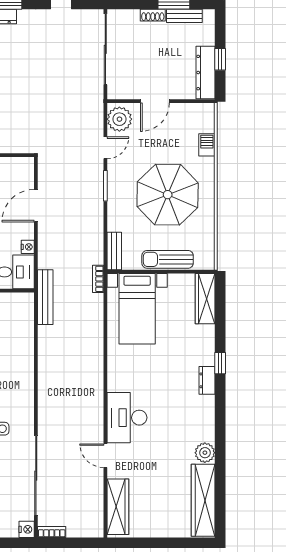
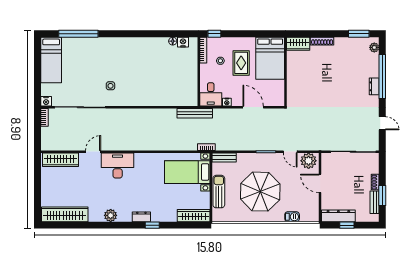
plant: (205, 453) -> (111, 215), moved

